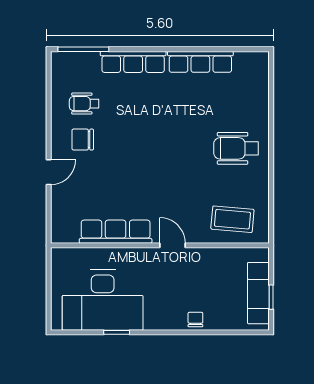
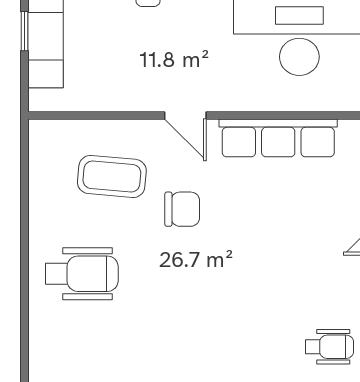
chair: (83, 140) -> (182, 209), moved
coffee table: (232, 219) -> (112, 176), moved

